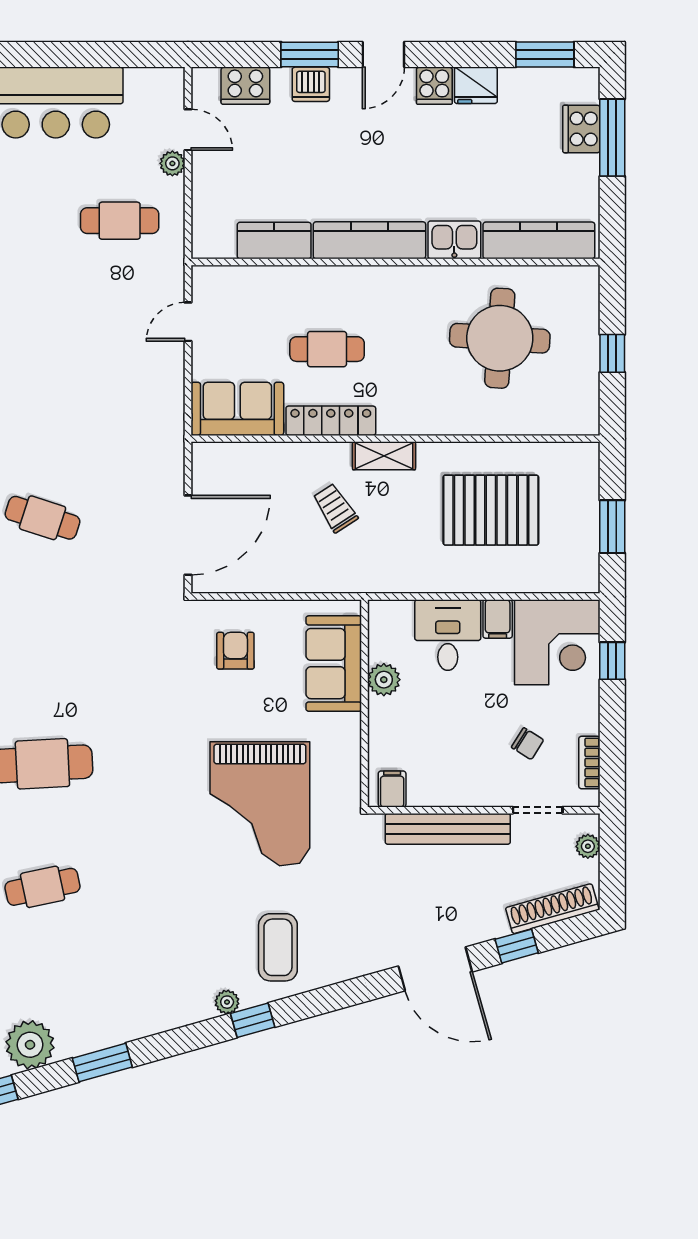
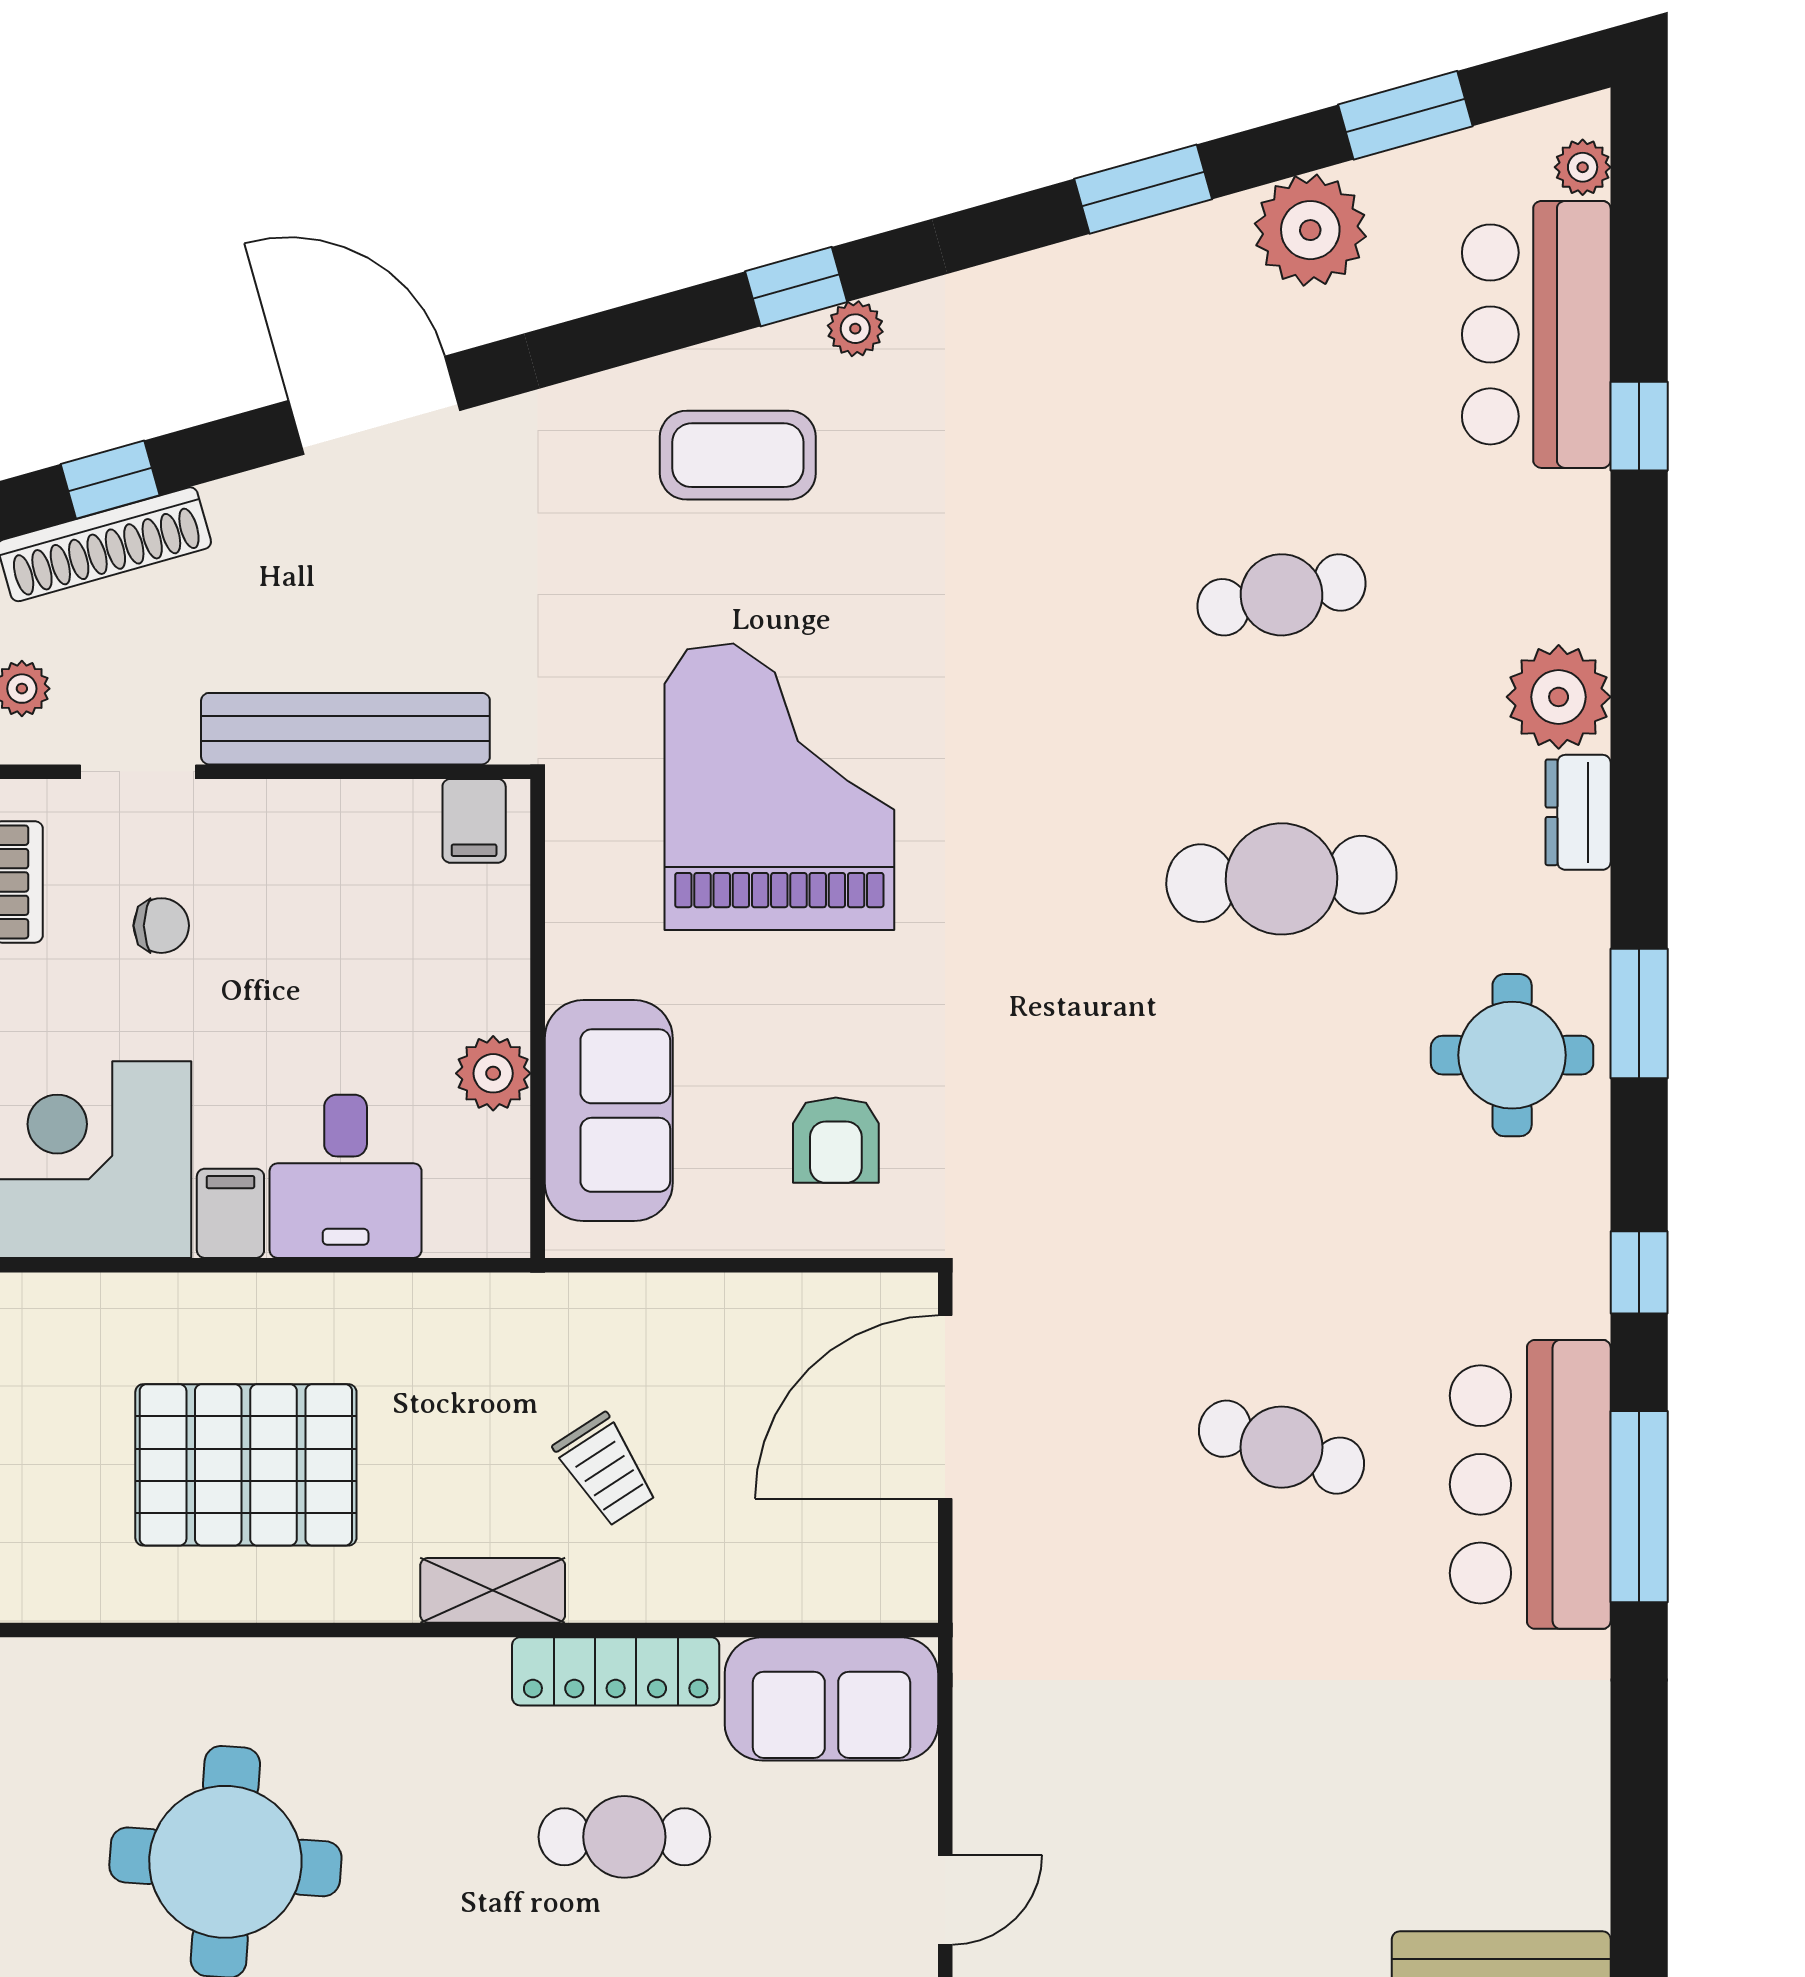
chair: (528, 744) -> (161, 926), turned 148
window: (517, 946) -> (110, 480), moved
coffee table: (278, 947) -> (738, 455), turned 90

